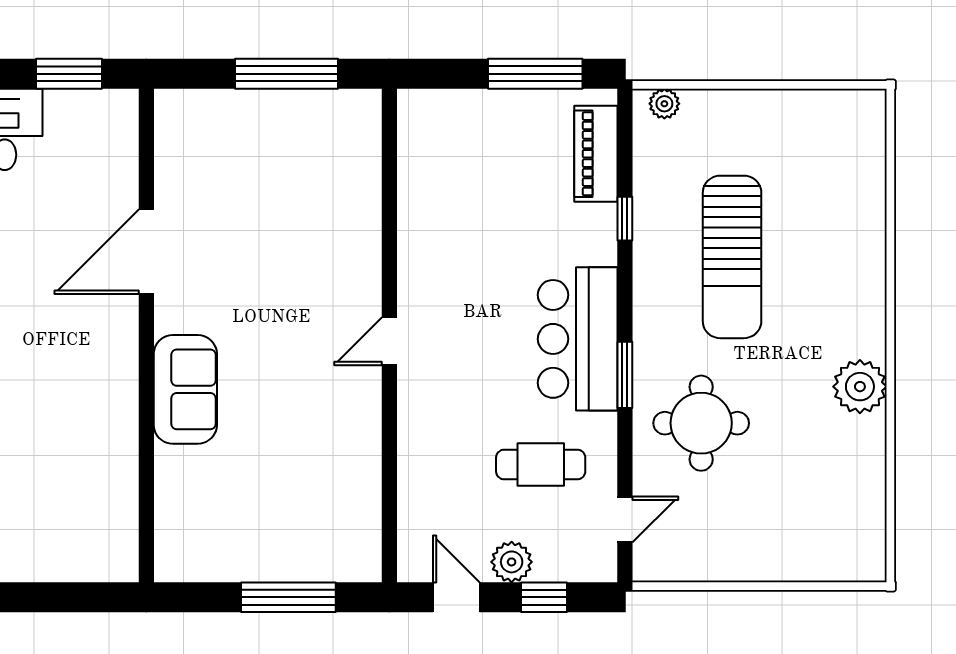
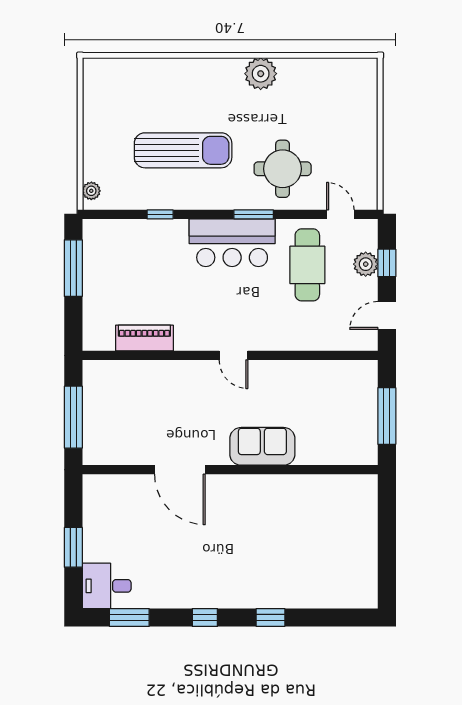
piano: (596, 154) -> (144, 338), moved, turned 180
door: (146, 252) -> (180, 470), moved
wall: (146, 336) -> (230, 470), moved
sofa: (185, 389) -> (262, 446), moved
cafe table: (541, 465) -> (307, 265), width x1.37, depth x1.35
plant: (512, 562) -> (366, 264), moved

